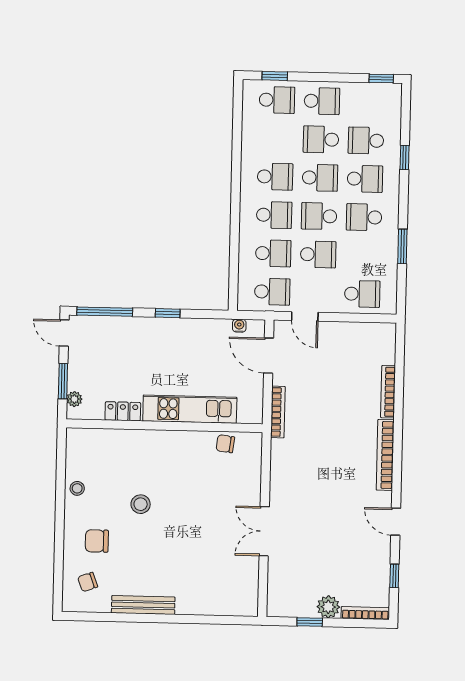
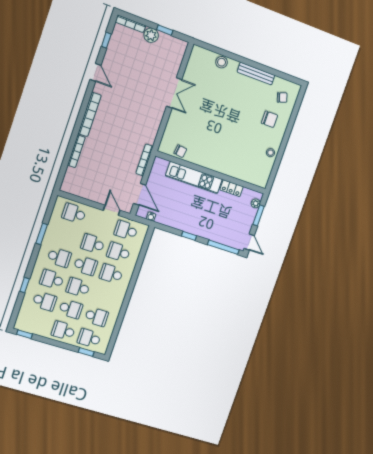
school desk: (275, 177) -> (96, 317), moved, turned 180
stool: (141, 504) -> (222, 62), moved

